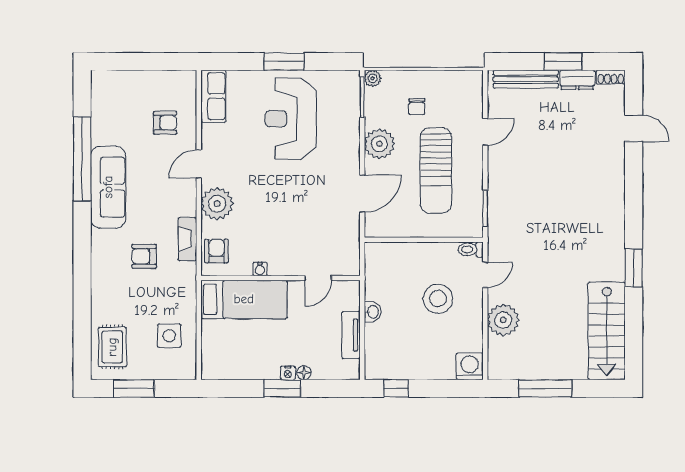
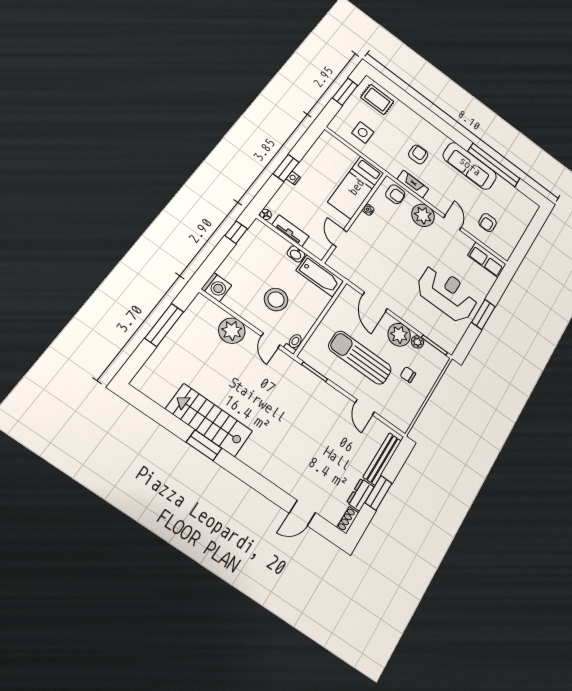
plant: (373, 78) -> (417, 342), moved
bathtub: (378, 271) -> (320, 276), added
stairs: (607, 331) -> (209, 420), moved
floor lamp: (304, 373) -> (266, 214), moved

